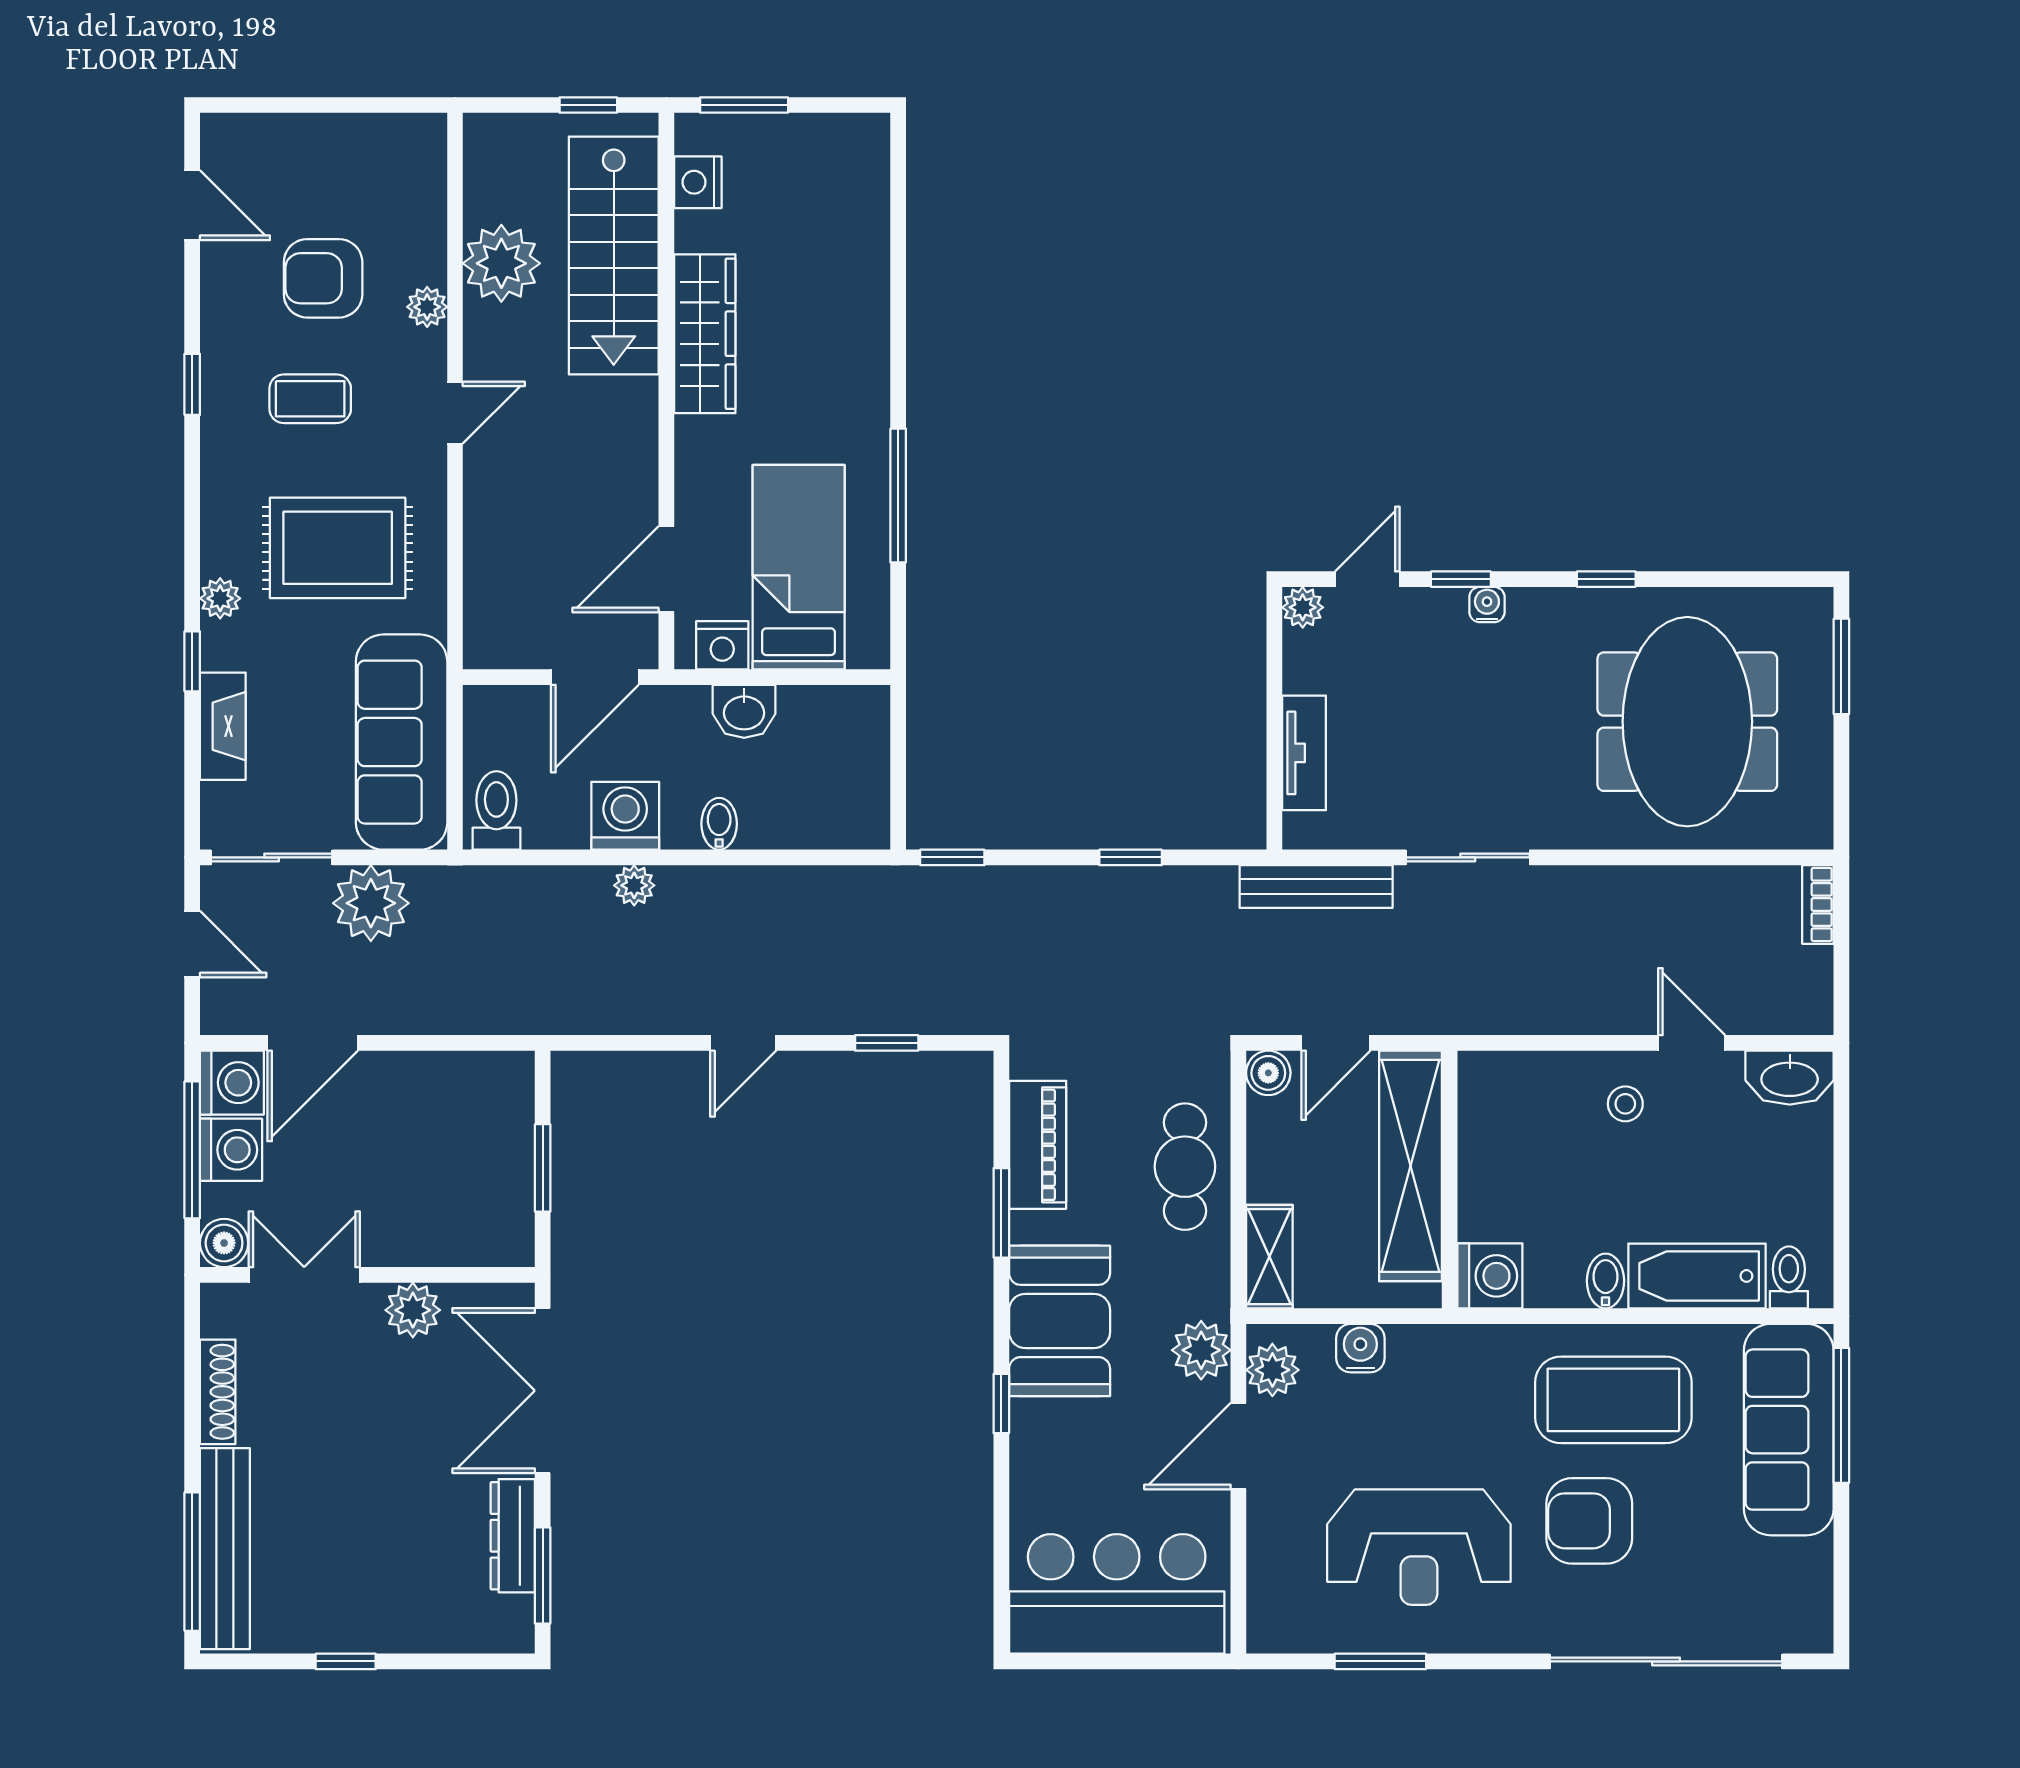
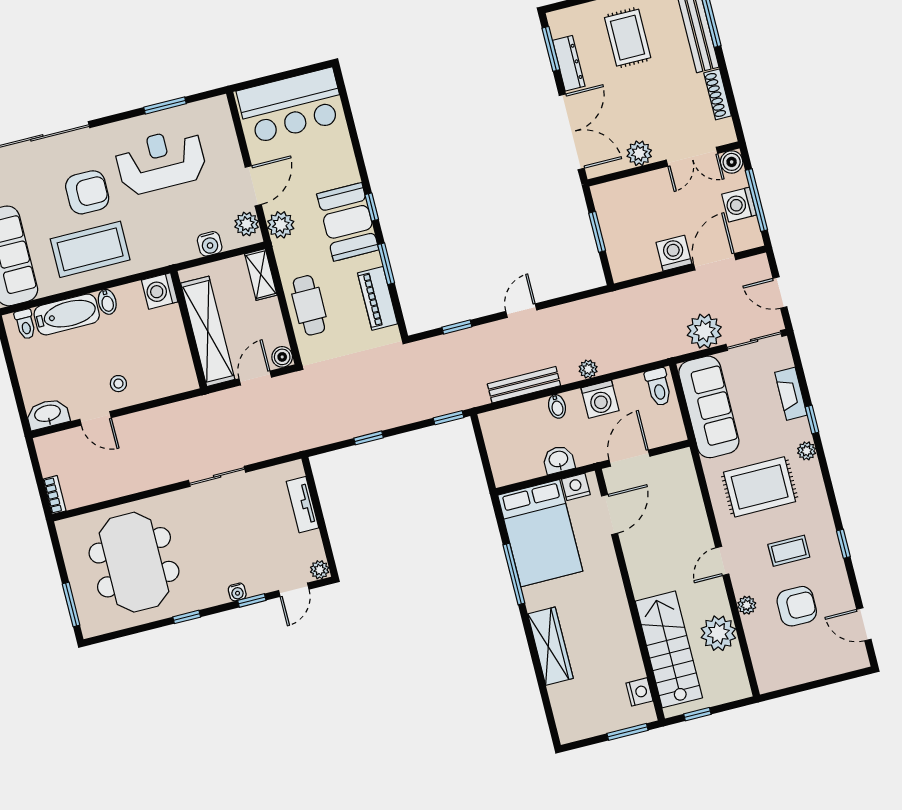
wardrobe: (705, 334) -> (550, 646), moved, turned 180
bed: (799, 567) -> (540, 533), width x1.50
bench: (1316, 887) -> (524, 385), moved
washing machine: (232, 1083) -> (674, 253), moved, turned 90
window: (1001, 1404) -> (372, 207), moved
rug: (376, 1558) -> (628, 38), added

